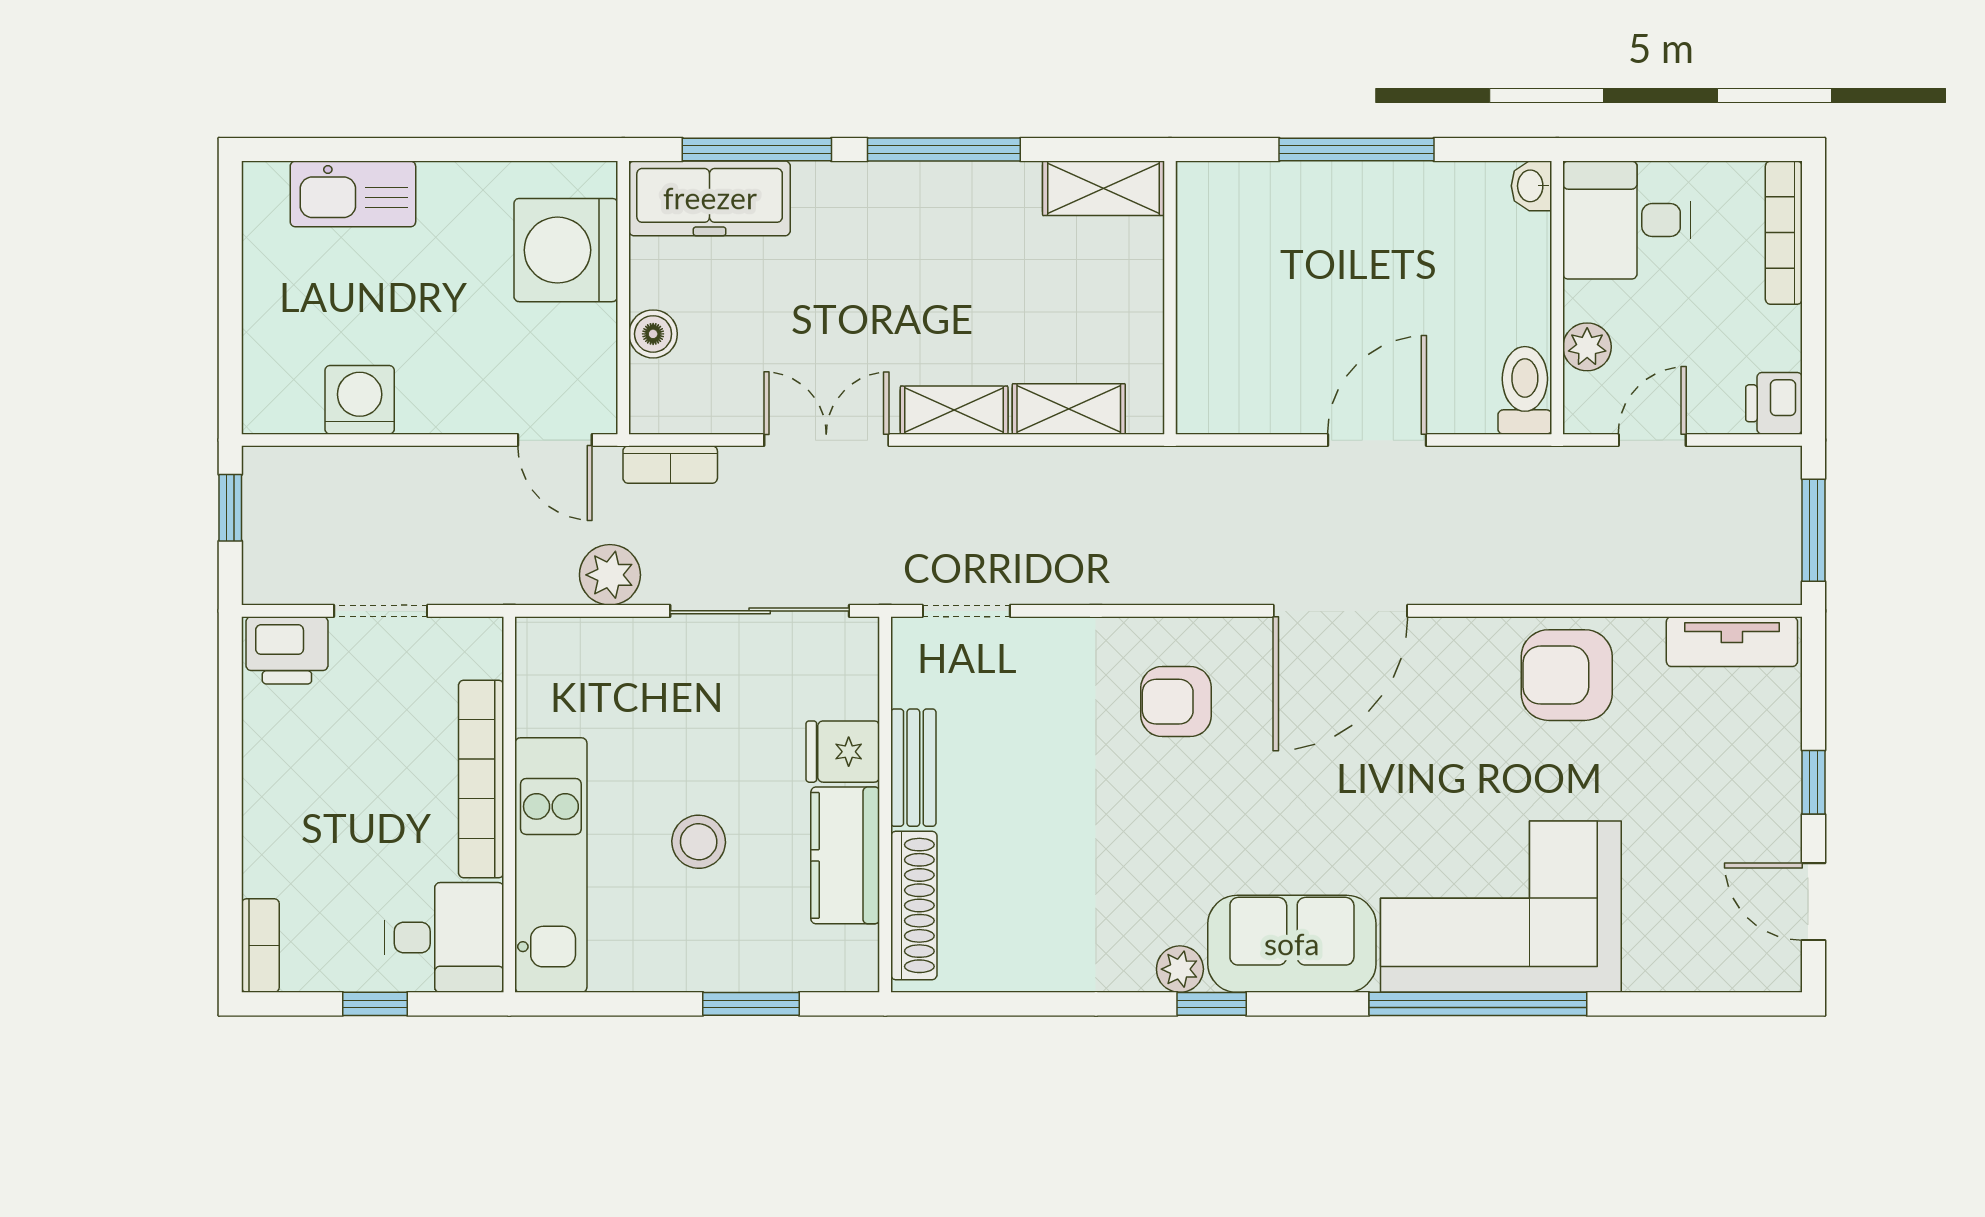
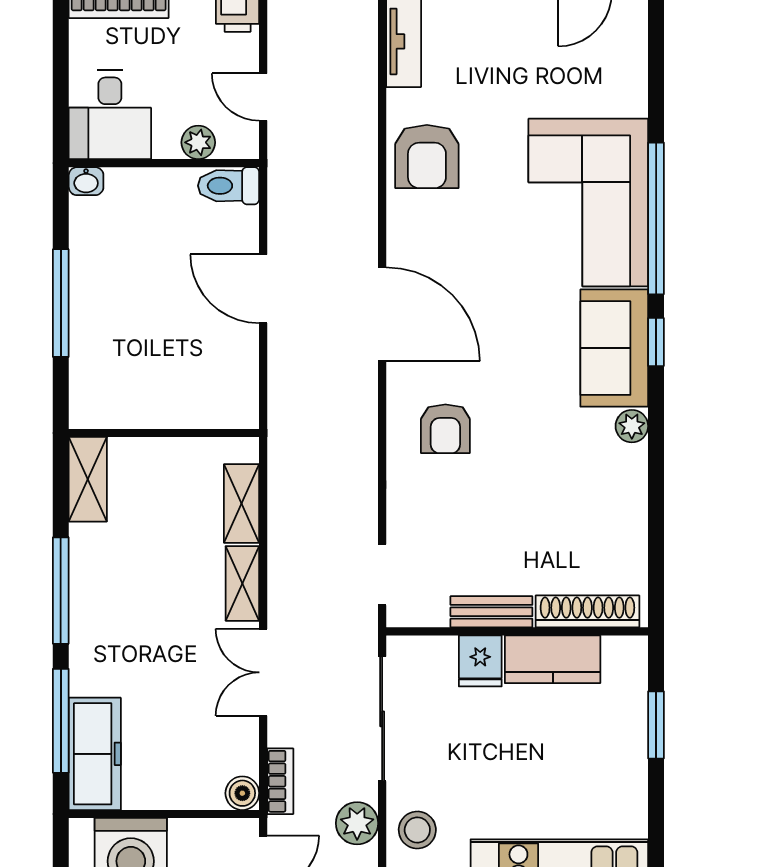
boiler: (653, 334) -> (242, 793), moved
stool: (699, 842) -> (417, 830), moved
window: (1212, 1004) -> (656, 342), moved

